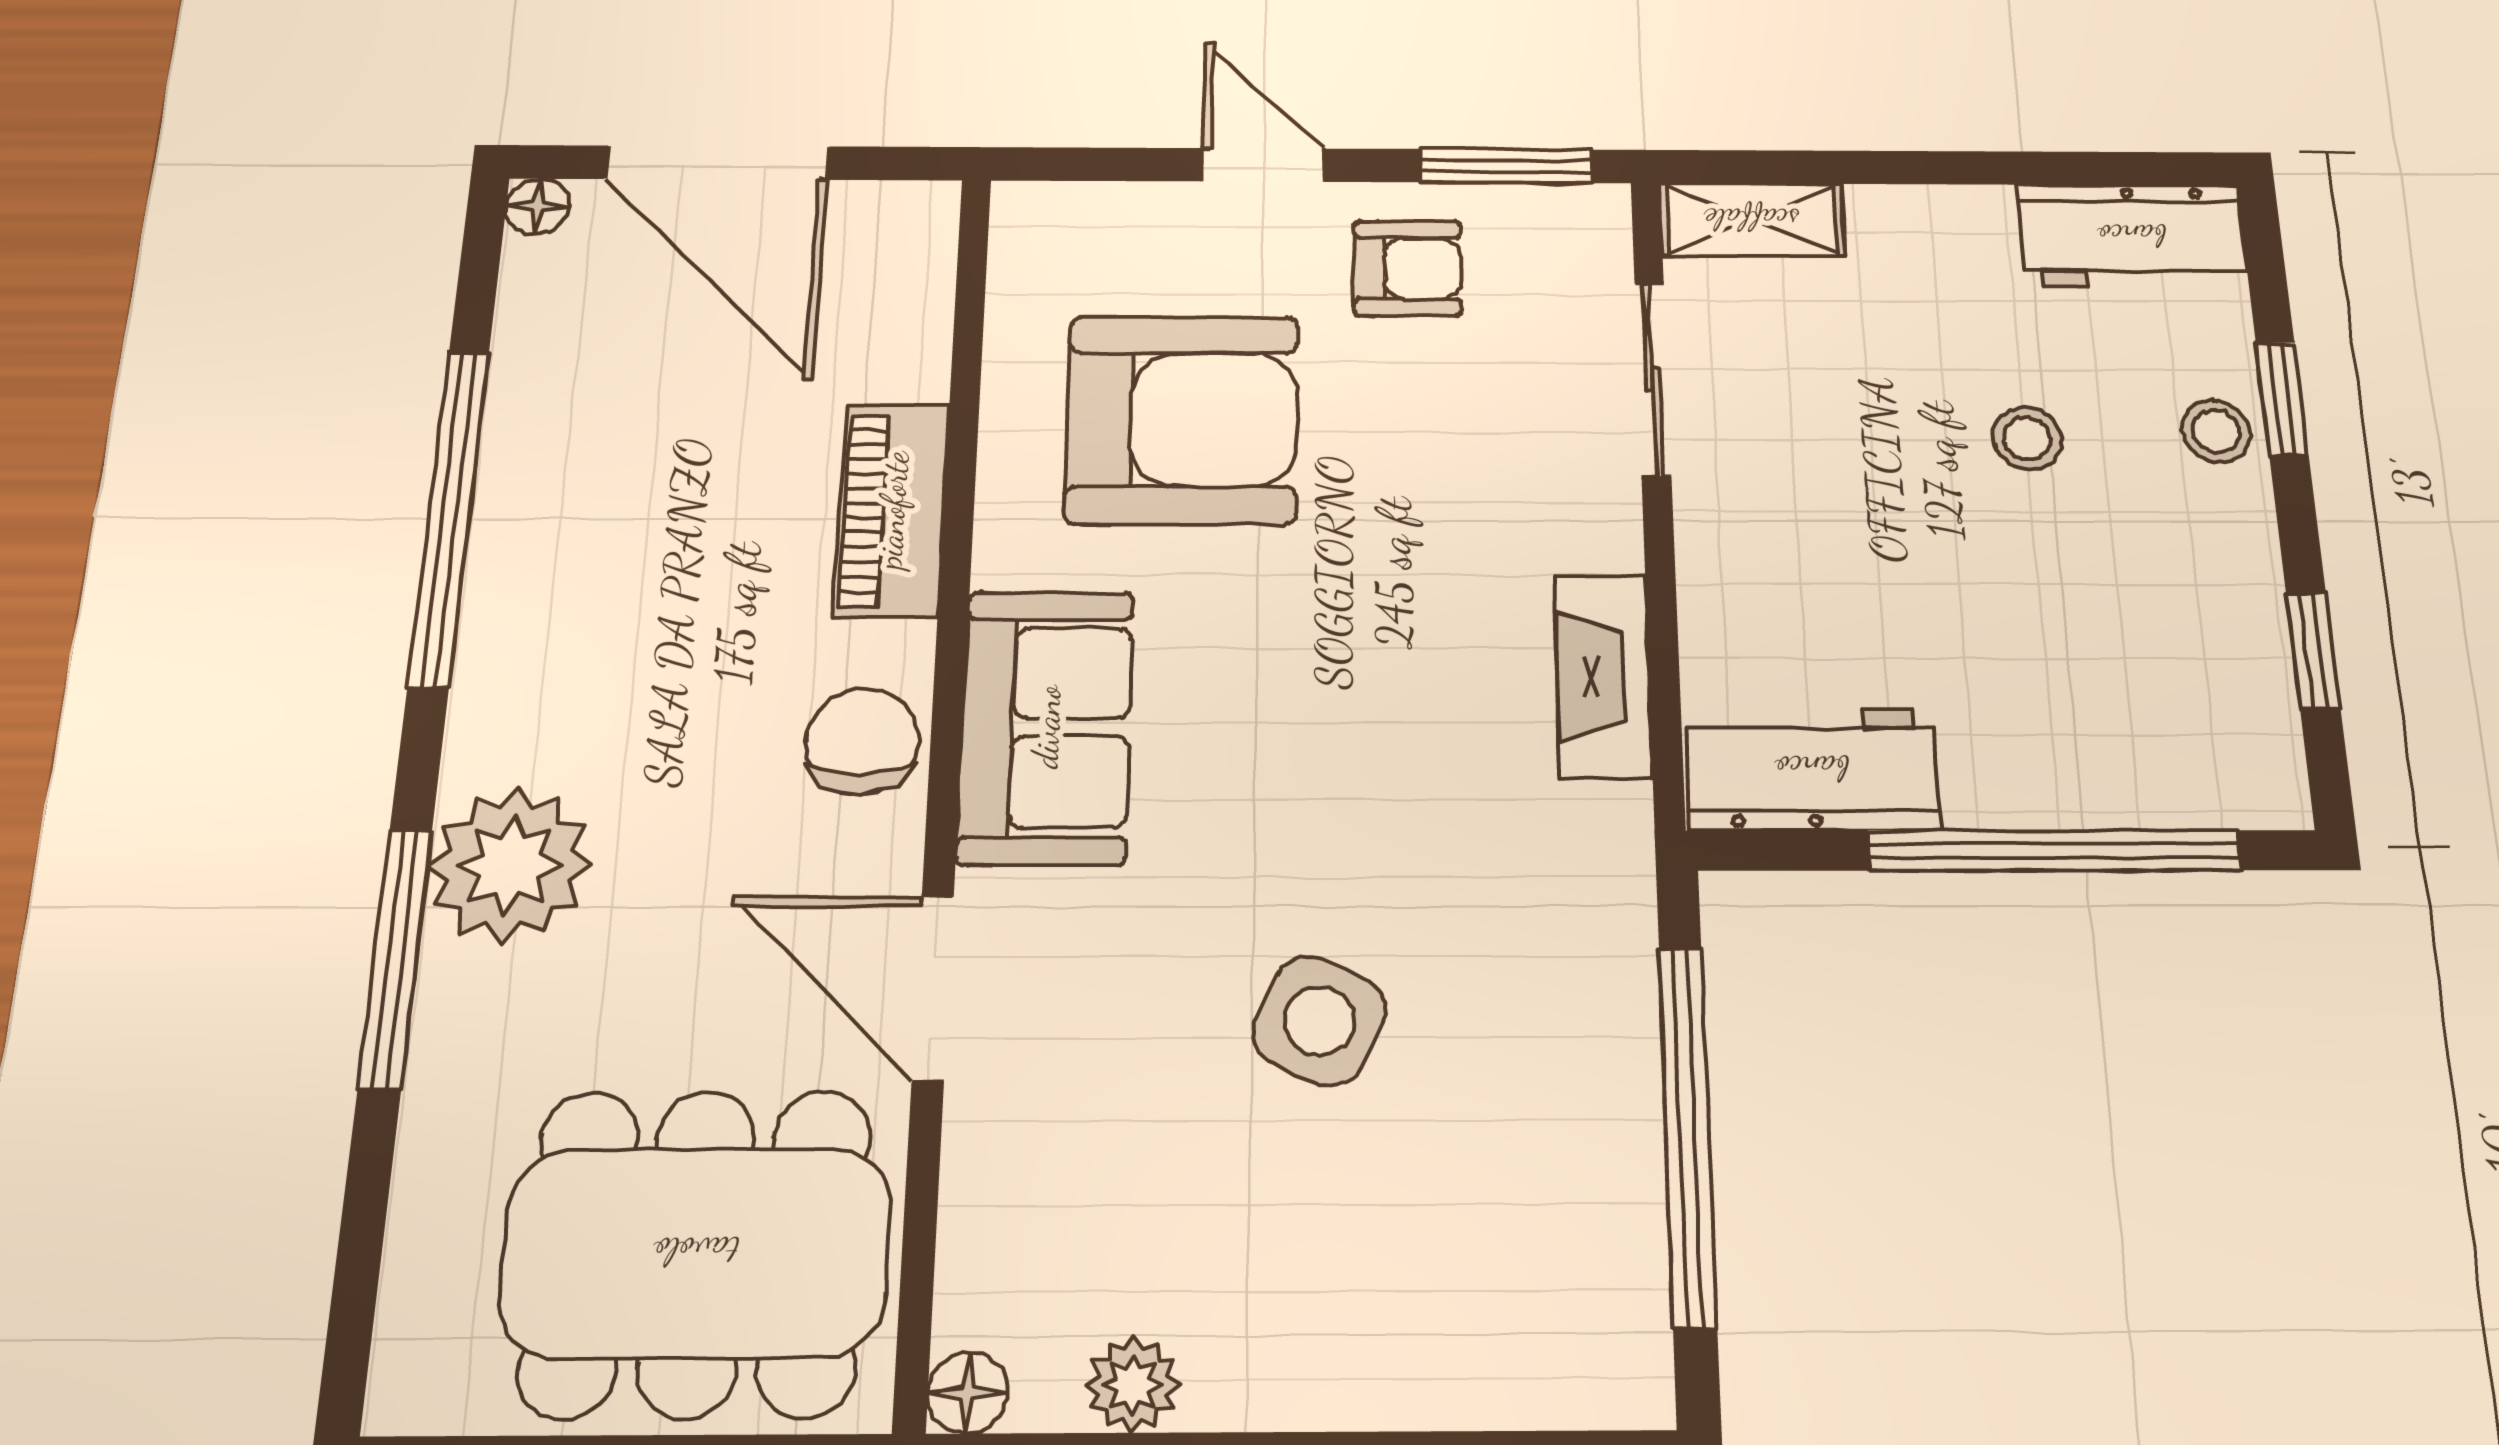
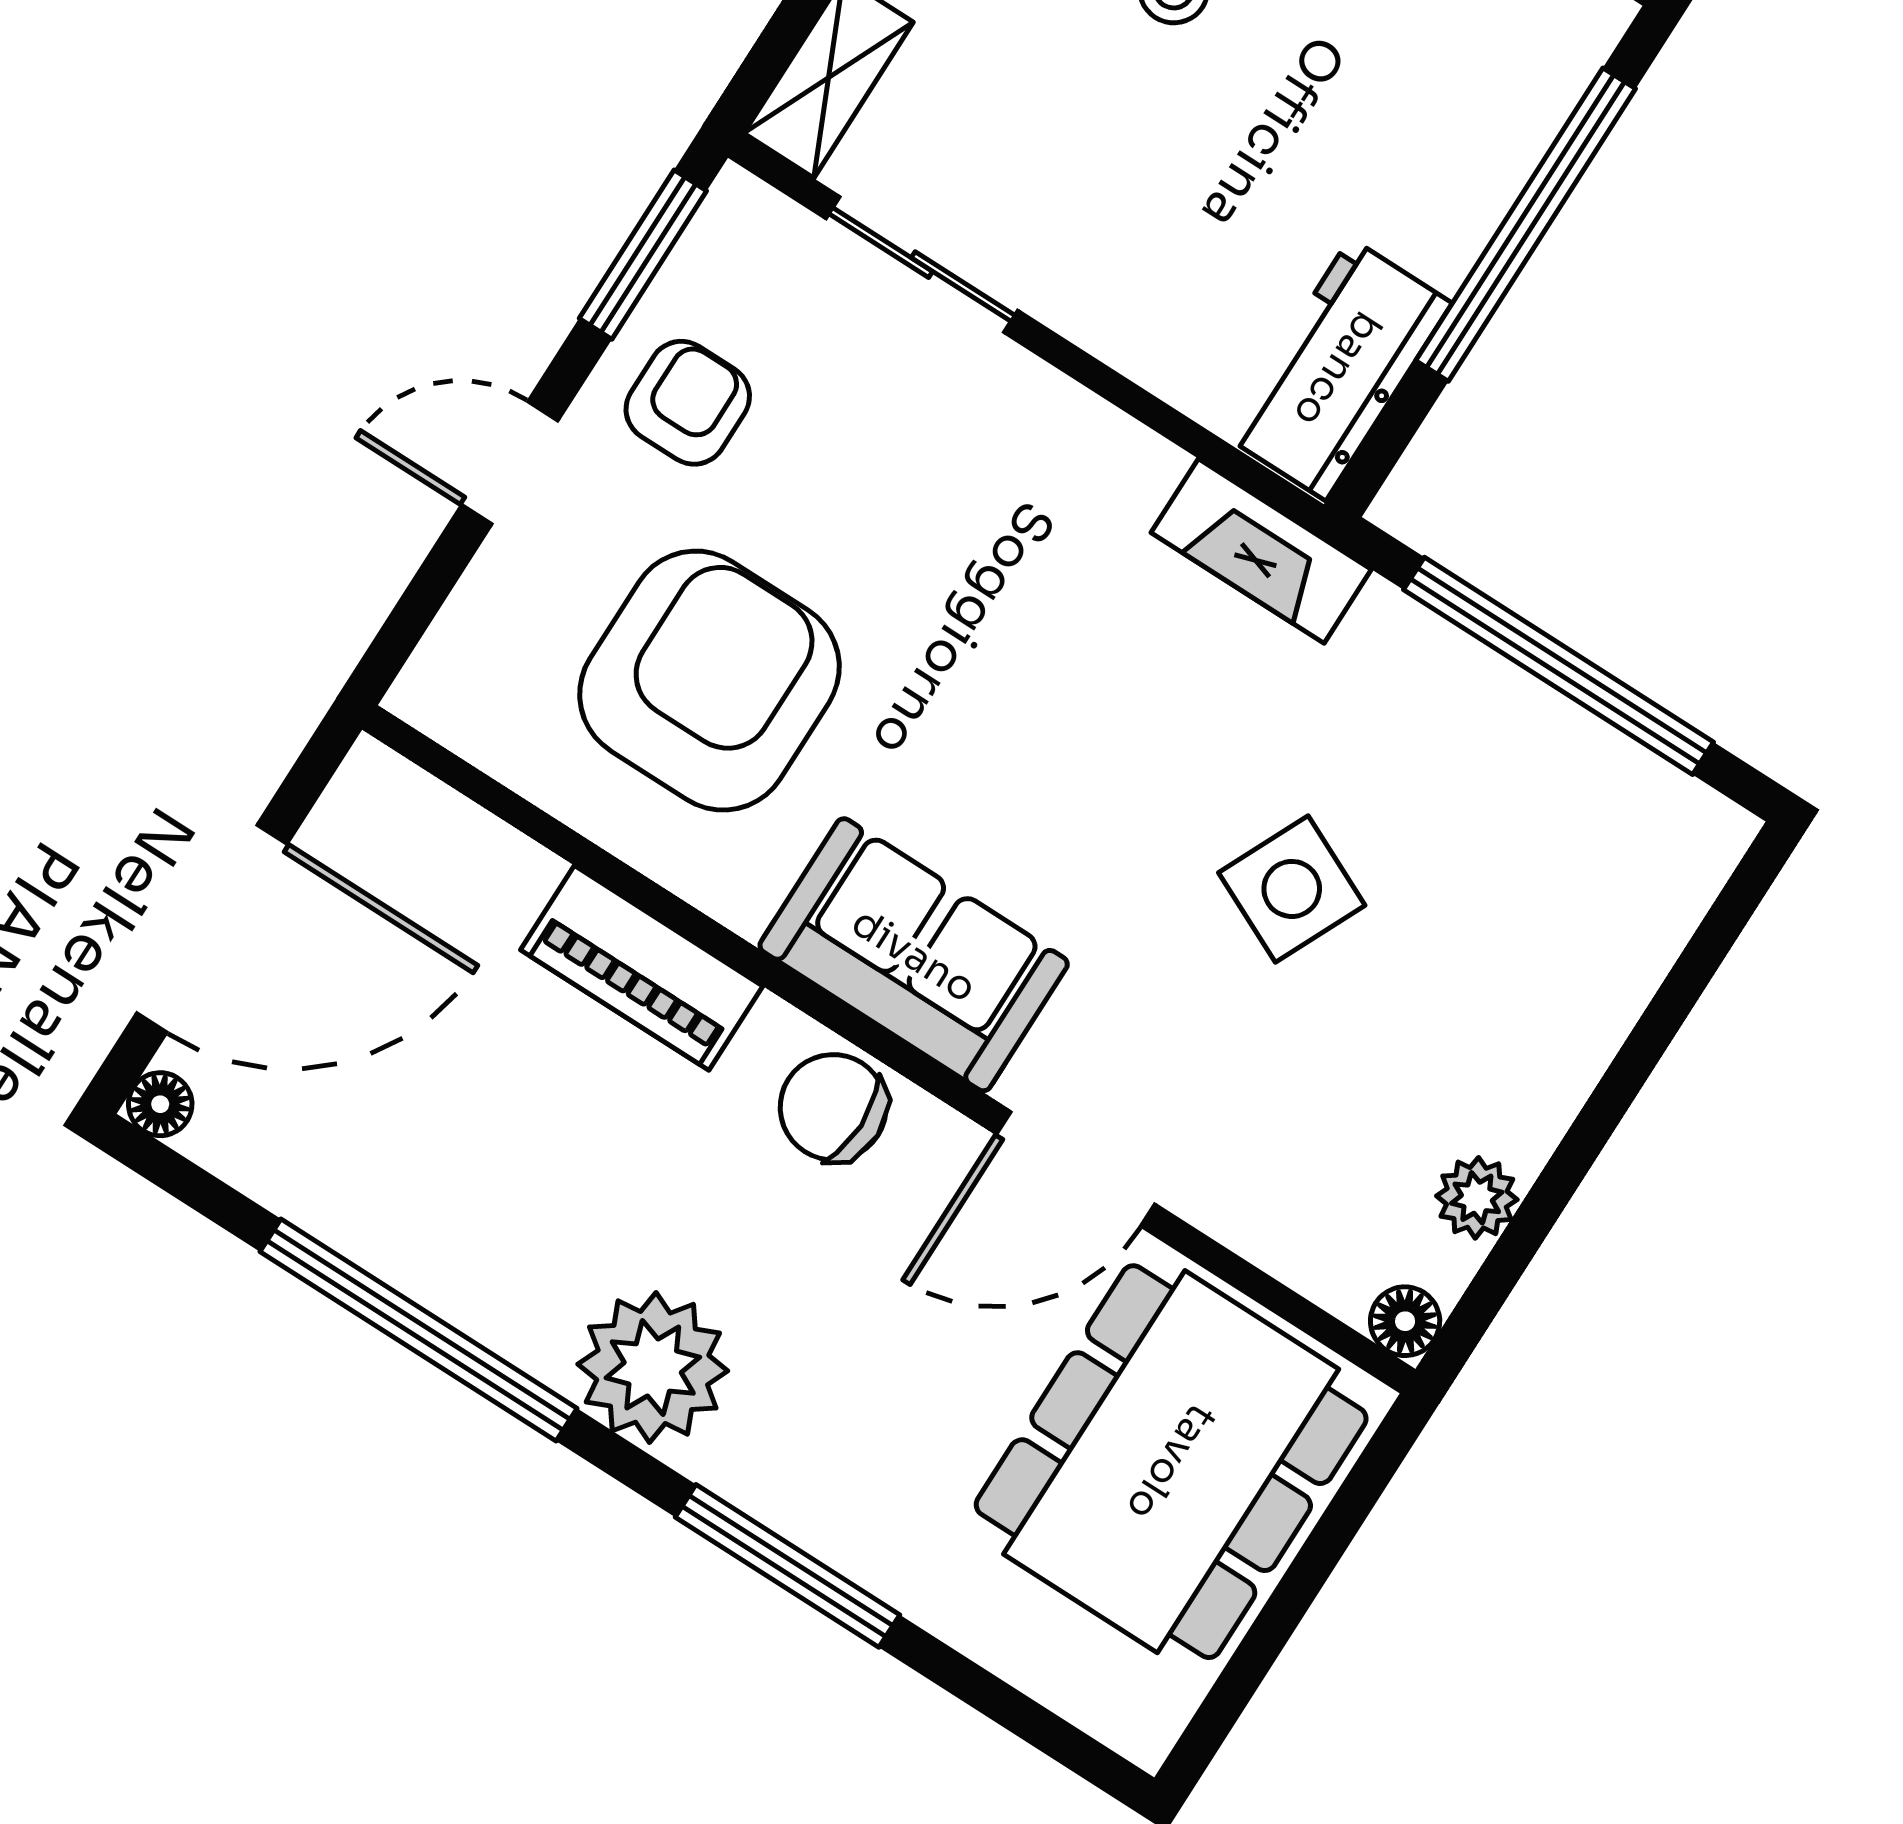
fireplace: (1603, 676) -> (1261, 551), moved
plant: (510, 865) -> (653, 1368), moved

